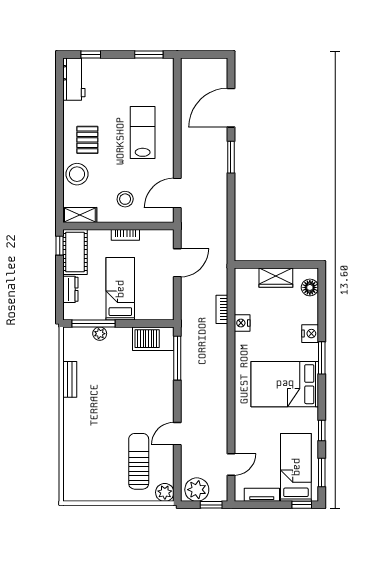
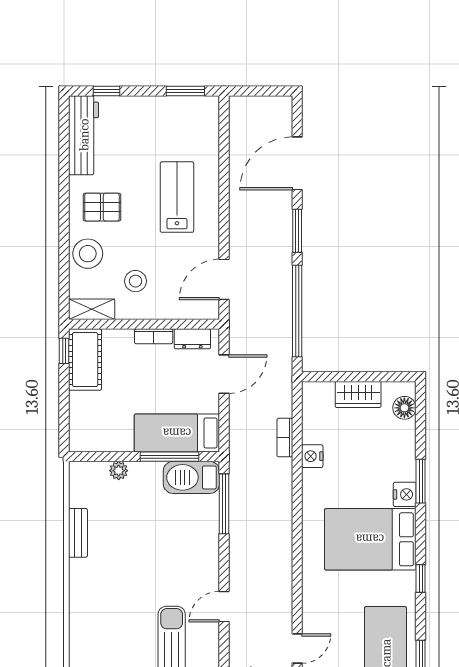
workbench: (74, 79) -> (84, 135), width x1.38
pallet: (87, 140) -> (102, 207), turned 90
stool: (125, 199) -> (135, 281), moved
window: (231, 216) -> (297, 311), added
dresser: (70, 289) -> (192, 339), moved, turned 90
bed: (120, 289) -> (177, 433), moved, turned -90
window: (93, 323) -> (170, 457), moved
nightstand: (310, 334) -> (405, 494), moved
window: (322, 358) -> (421, 481), moved
window: (322, 431) -> (421, 579), moved

